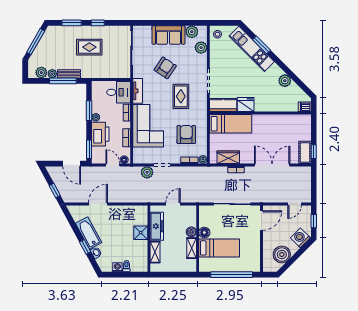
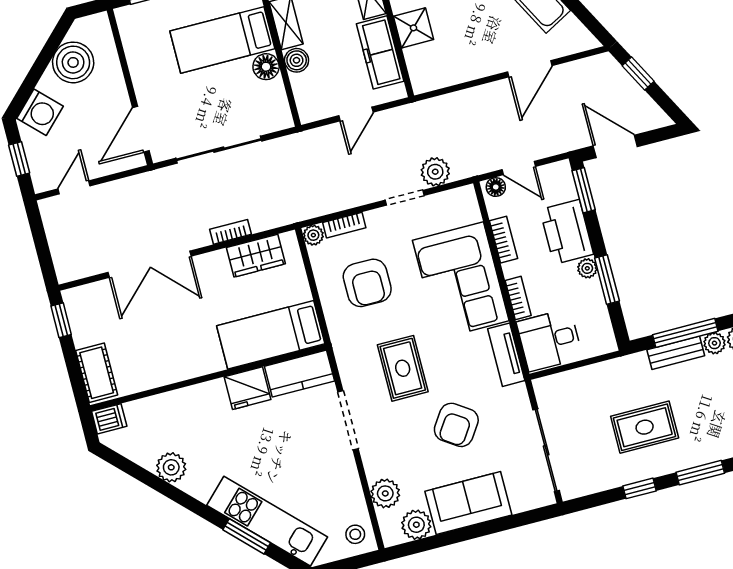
cot: (305, 152) -> (97, 373), moved

